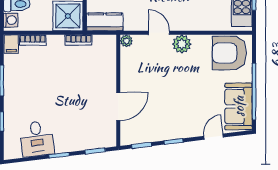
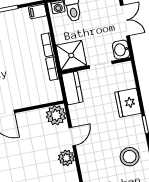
bookcase: (33, 40) -> (48, 45), moved
plant: (126, 41) -> (56, 115), width x1.87, depth x1.87

